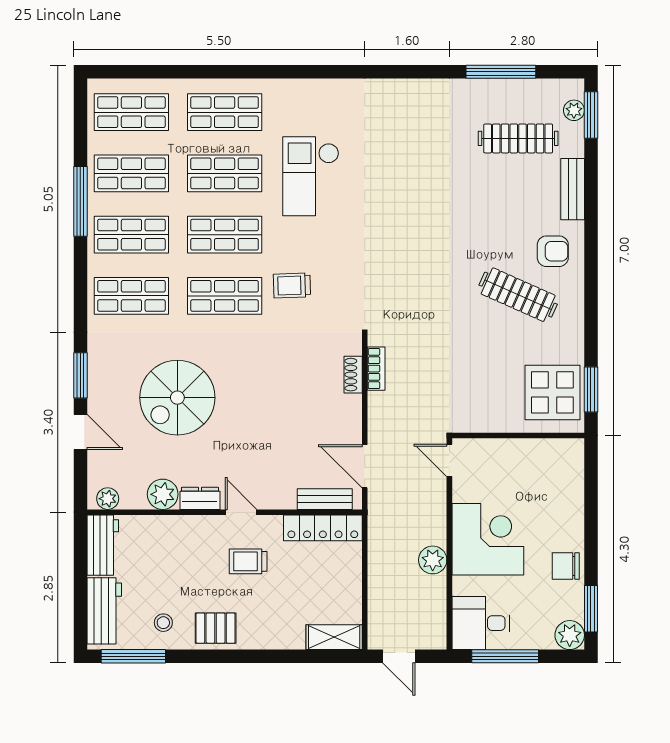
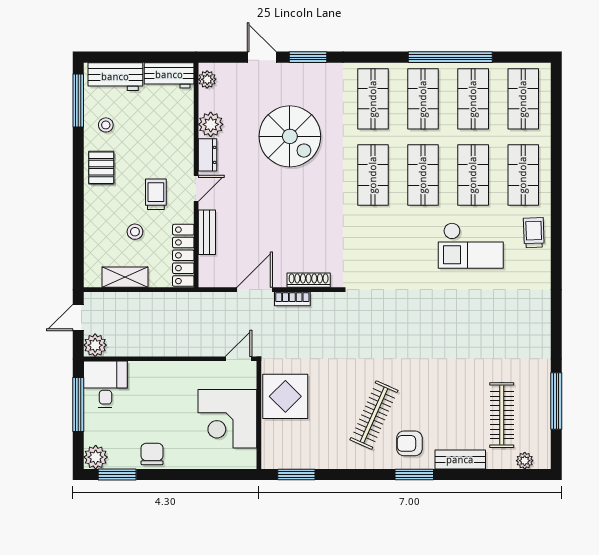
window: (591, 115) -> (414, 475), moved
checkout: (311, 176) -> (471, 246), turned 180
window: (80, 201) -> (450, 57), width x1.46
armchair: (553, 251) -> (409, 443), turned 90
trolley: (292, 285) -> (534, 233), moved
bookcase: (376, 369) -> (292, 299), moved
shoe rack: (353, 375) -> (309, 280), width x1.43
display table: (552, 392) -> (285, 396), moved
spiral stairs: (177, 398) -> (290, 136), turned 180
door: (80, 432) -> (262, 57), swing flipped
door: (365, 466) -> (255, 290), moved
bench: (325, 499) -> (207, 232), moved
corner desk: (488, 539) -> (227, 419), moved, turned 90
plant: (433, 560) -> (95, 345), moved
stool: (294, 587) -> (135, 232), added
shelving: (334, 637) -> (125, 277), moved, turned 90

